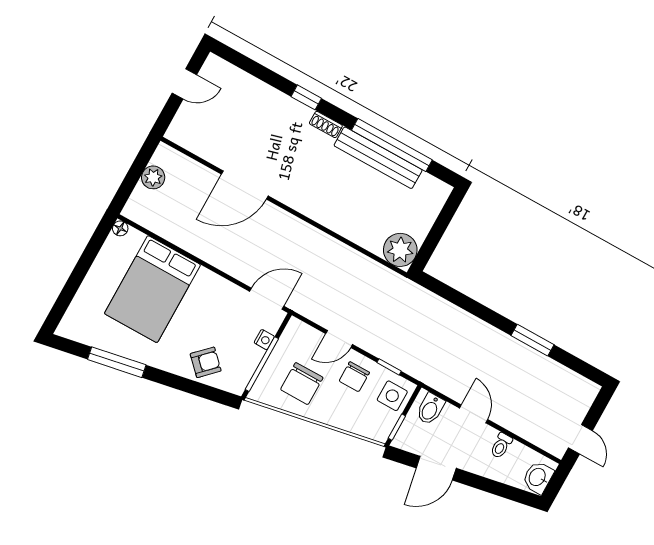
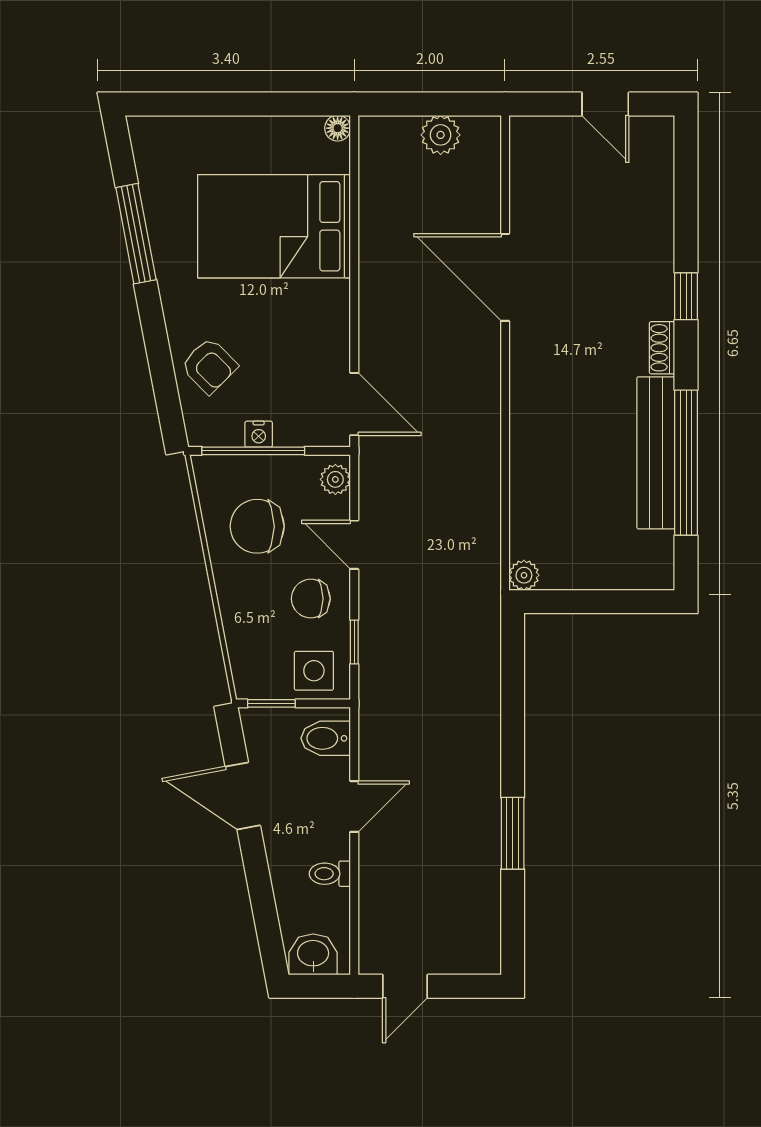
plant: (400, 250) -> (524, 575), width x0.53, depth x0.53
plant: (300, 330) -> (335, 479), added
nightstand: (264, 340) -> (259, 434), moved

